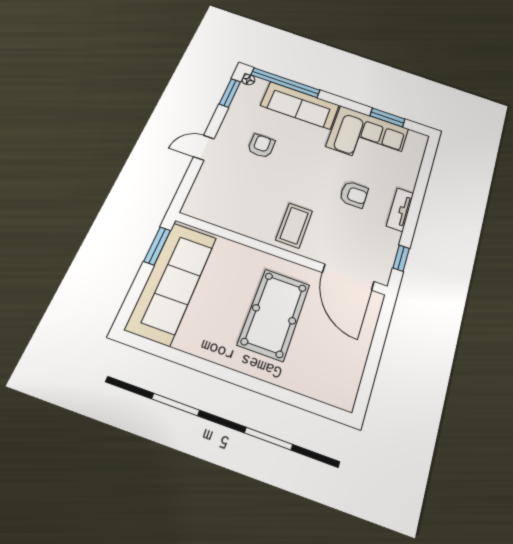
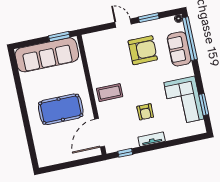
window: (230, 93) -> (149, 18), moved
sofa: (300, 105) -> (179, 49), width x0.73
armchair: (261, 146) -> (143, 50), width x1.88, depth x1.88

